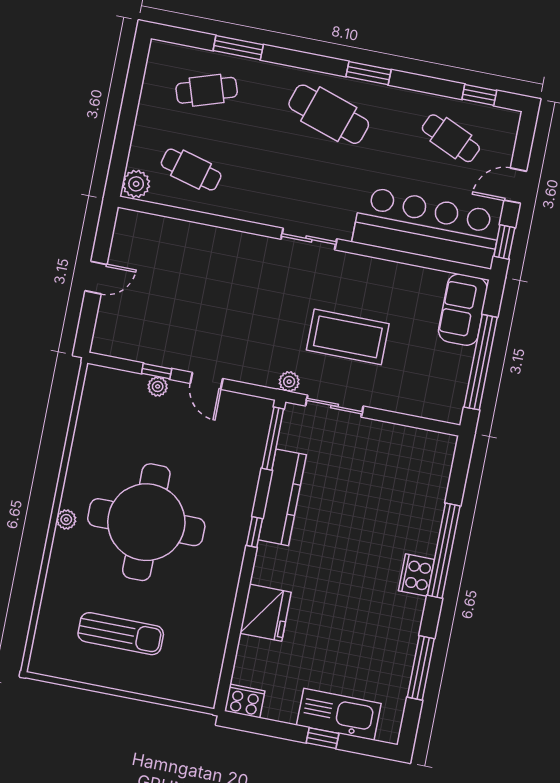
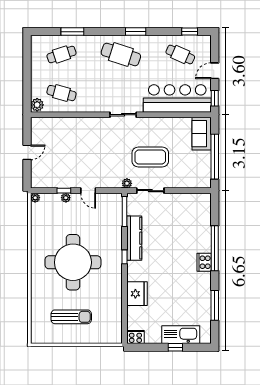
plant: (66, 520) -> (35, 198), moved

